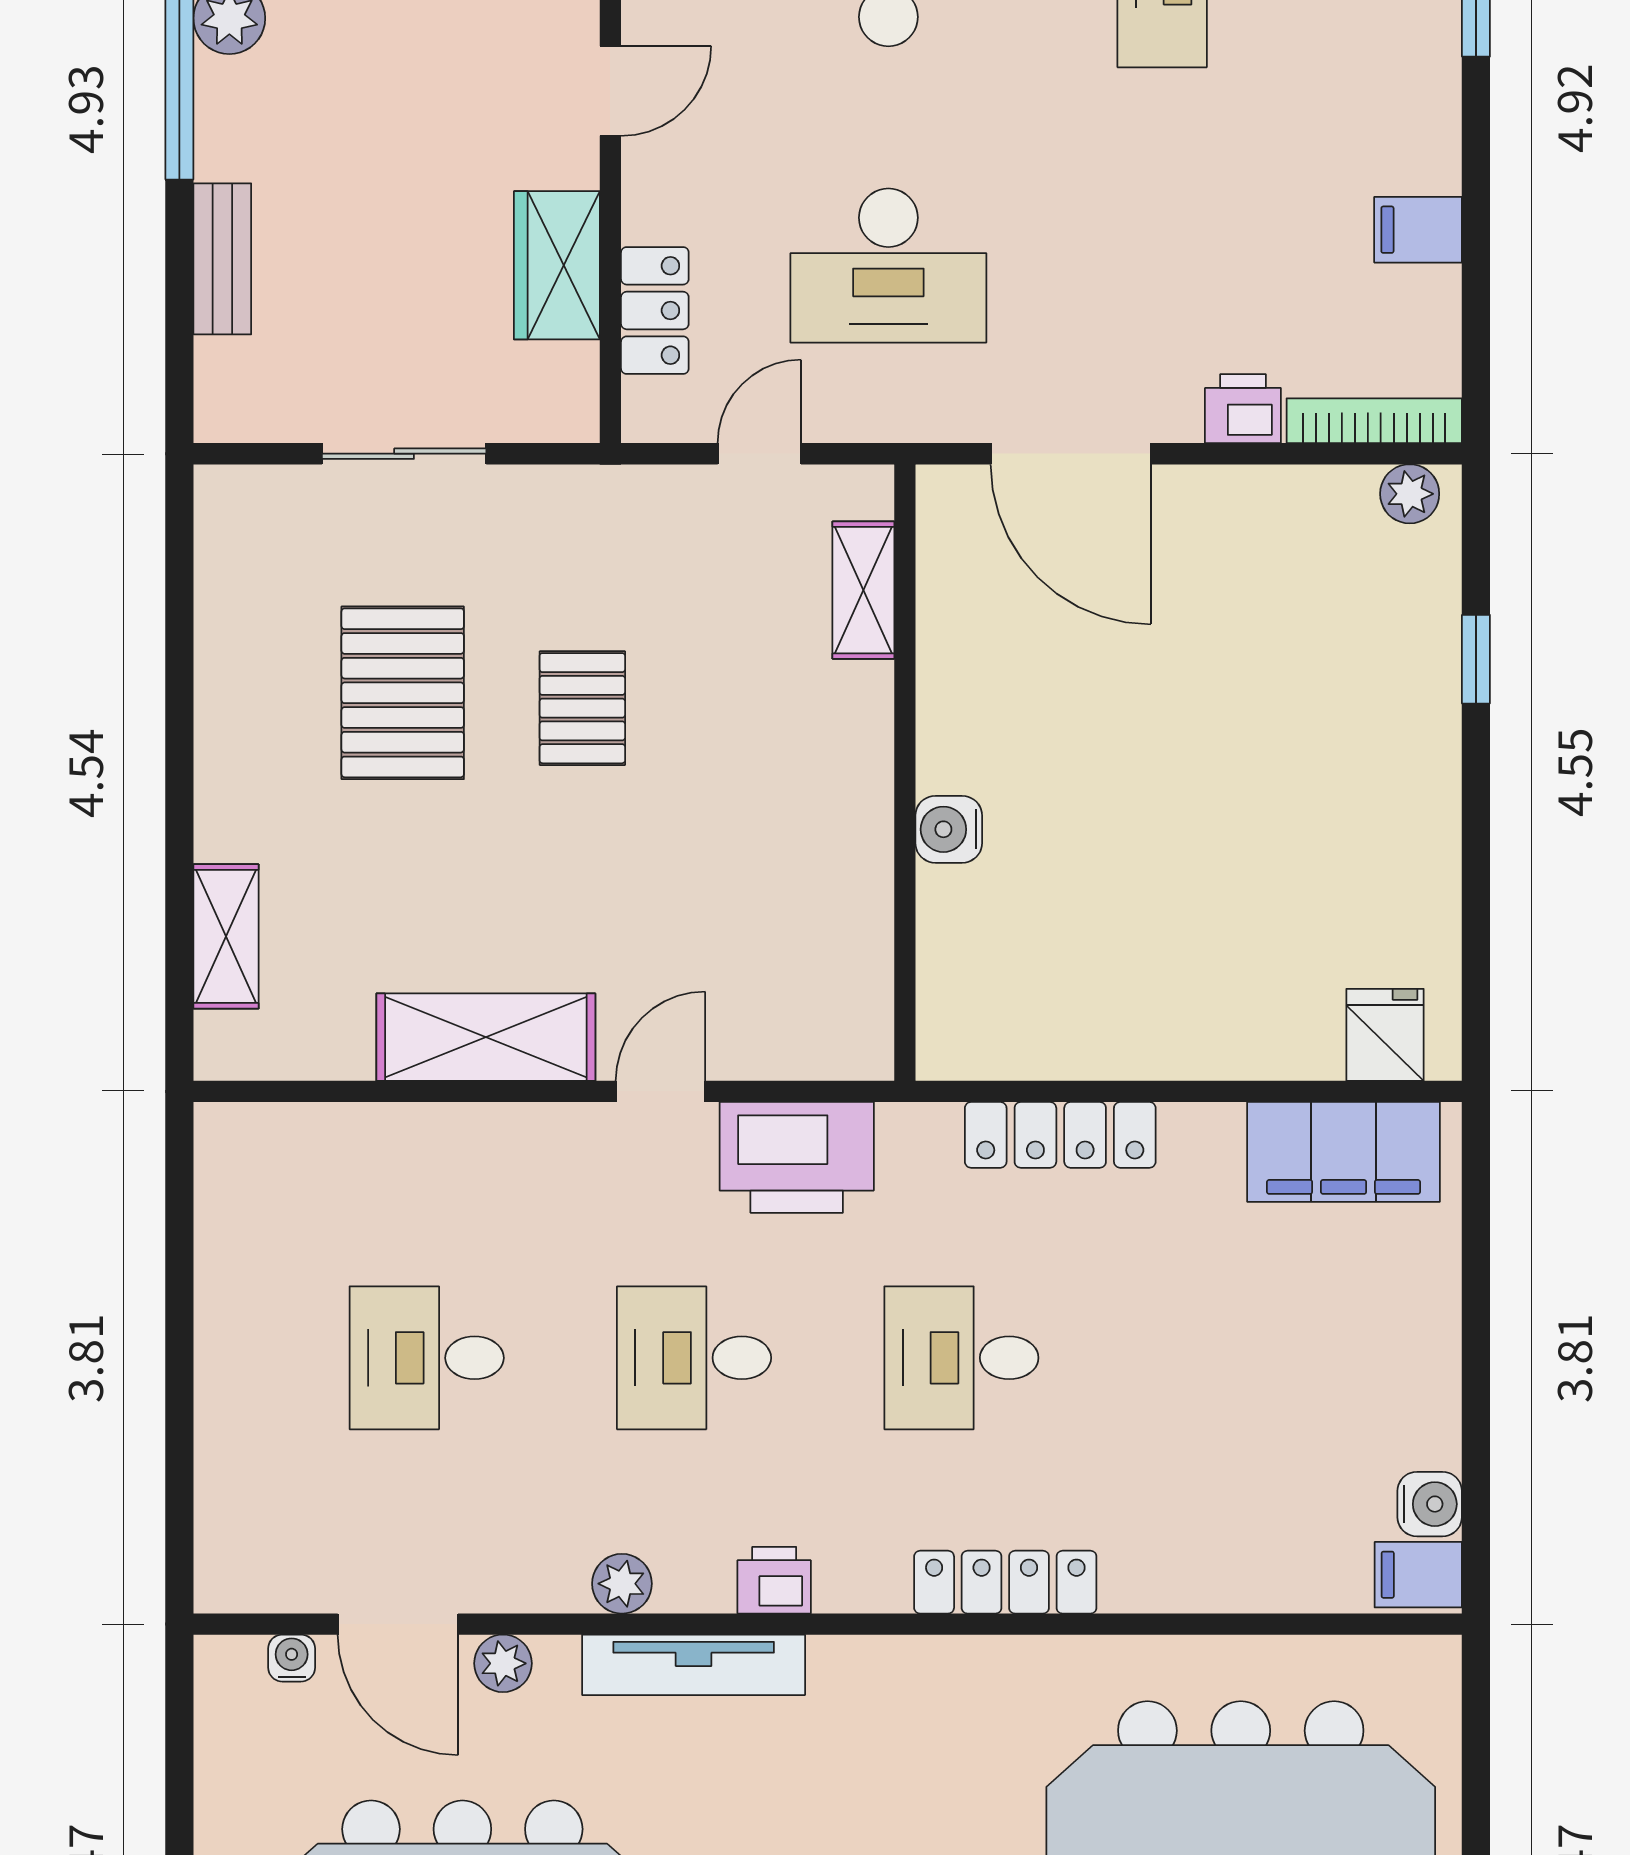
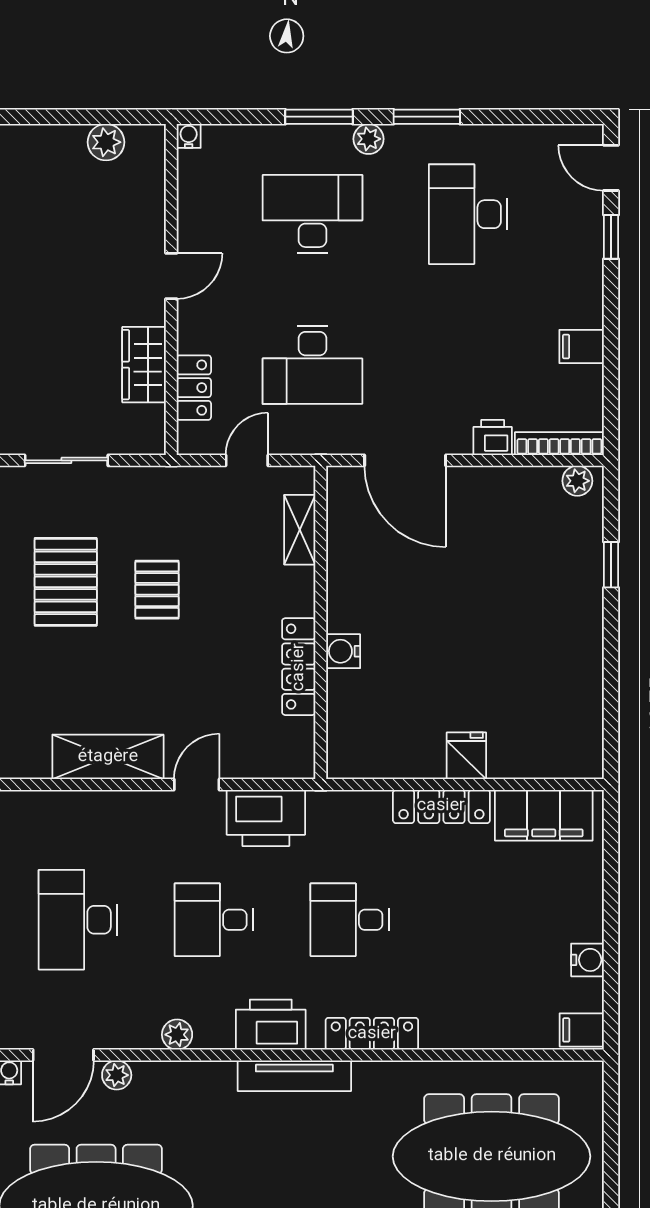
locker: (861, 860) -> (299, 667), added
fridge: (1385, 1035) -> (466, 756), moved
locker: (1060, 1135) -> (441, 806), moved
desk: (427, 1358) -> (78, 920), width x1.37
water cooler: (1430, 1504) -> (588, 960), moved
printer: (774, 1580) -> (271, 1025), width x1.87, depth x1.48
door: (398, 1624) -> (63, 1055), hinge flipped
tv unit: (694, 1665) -> (294, 1076), moved

